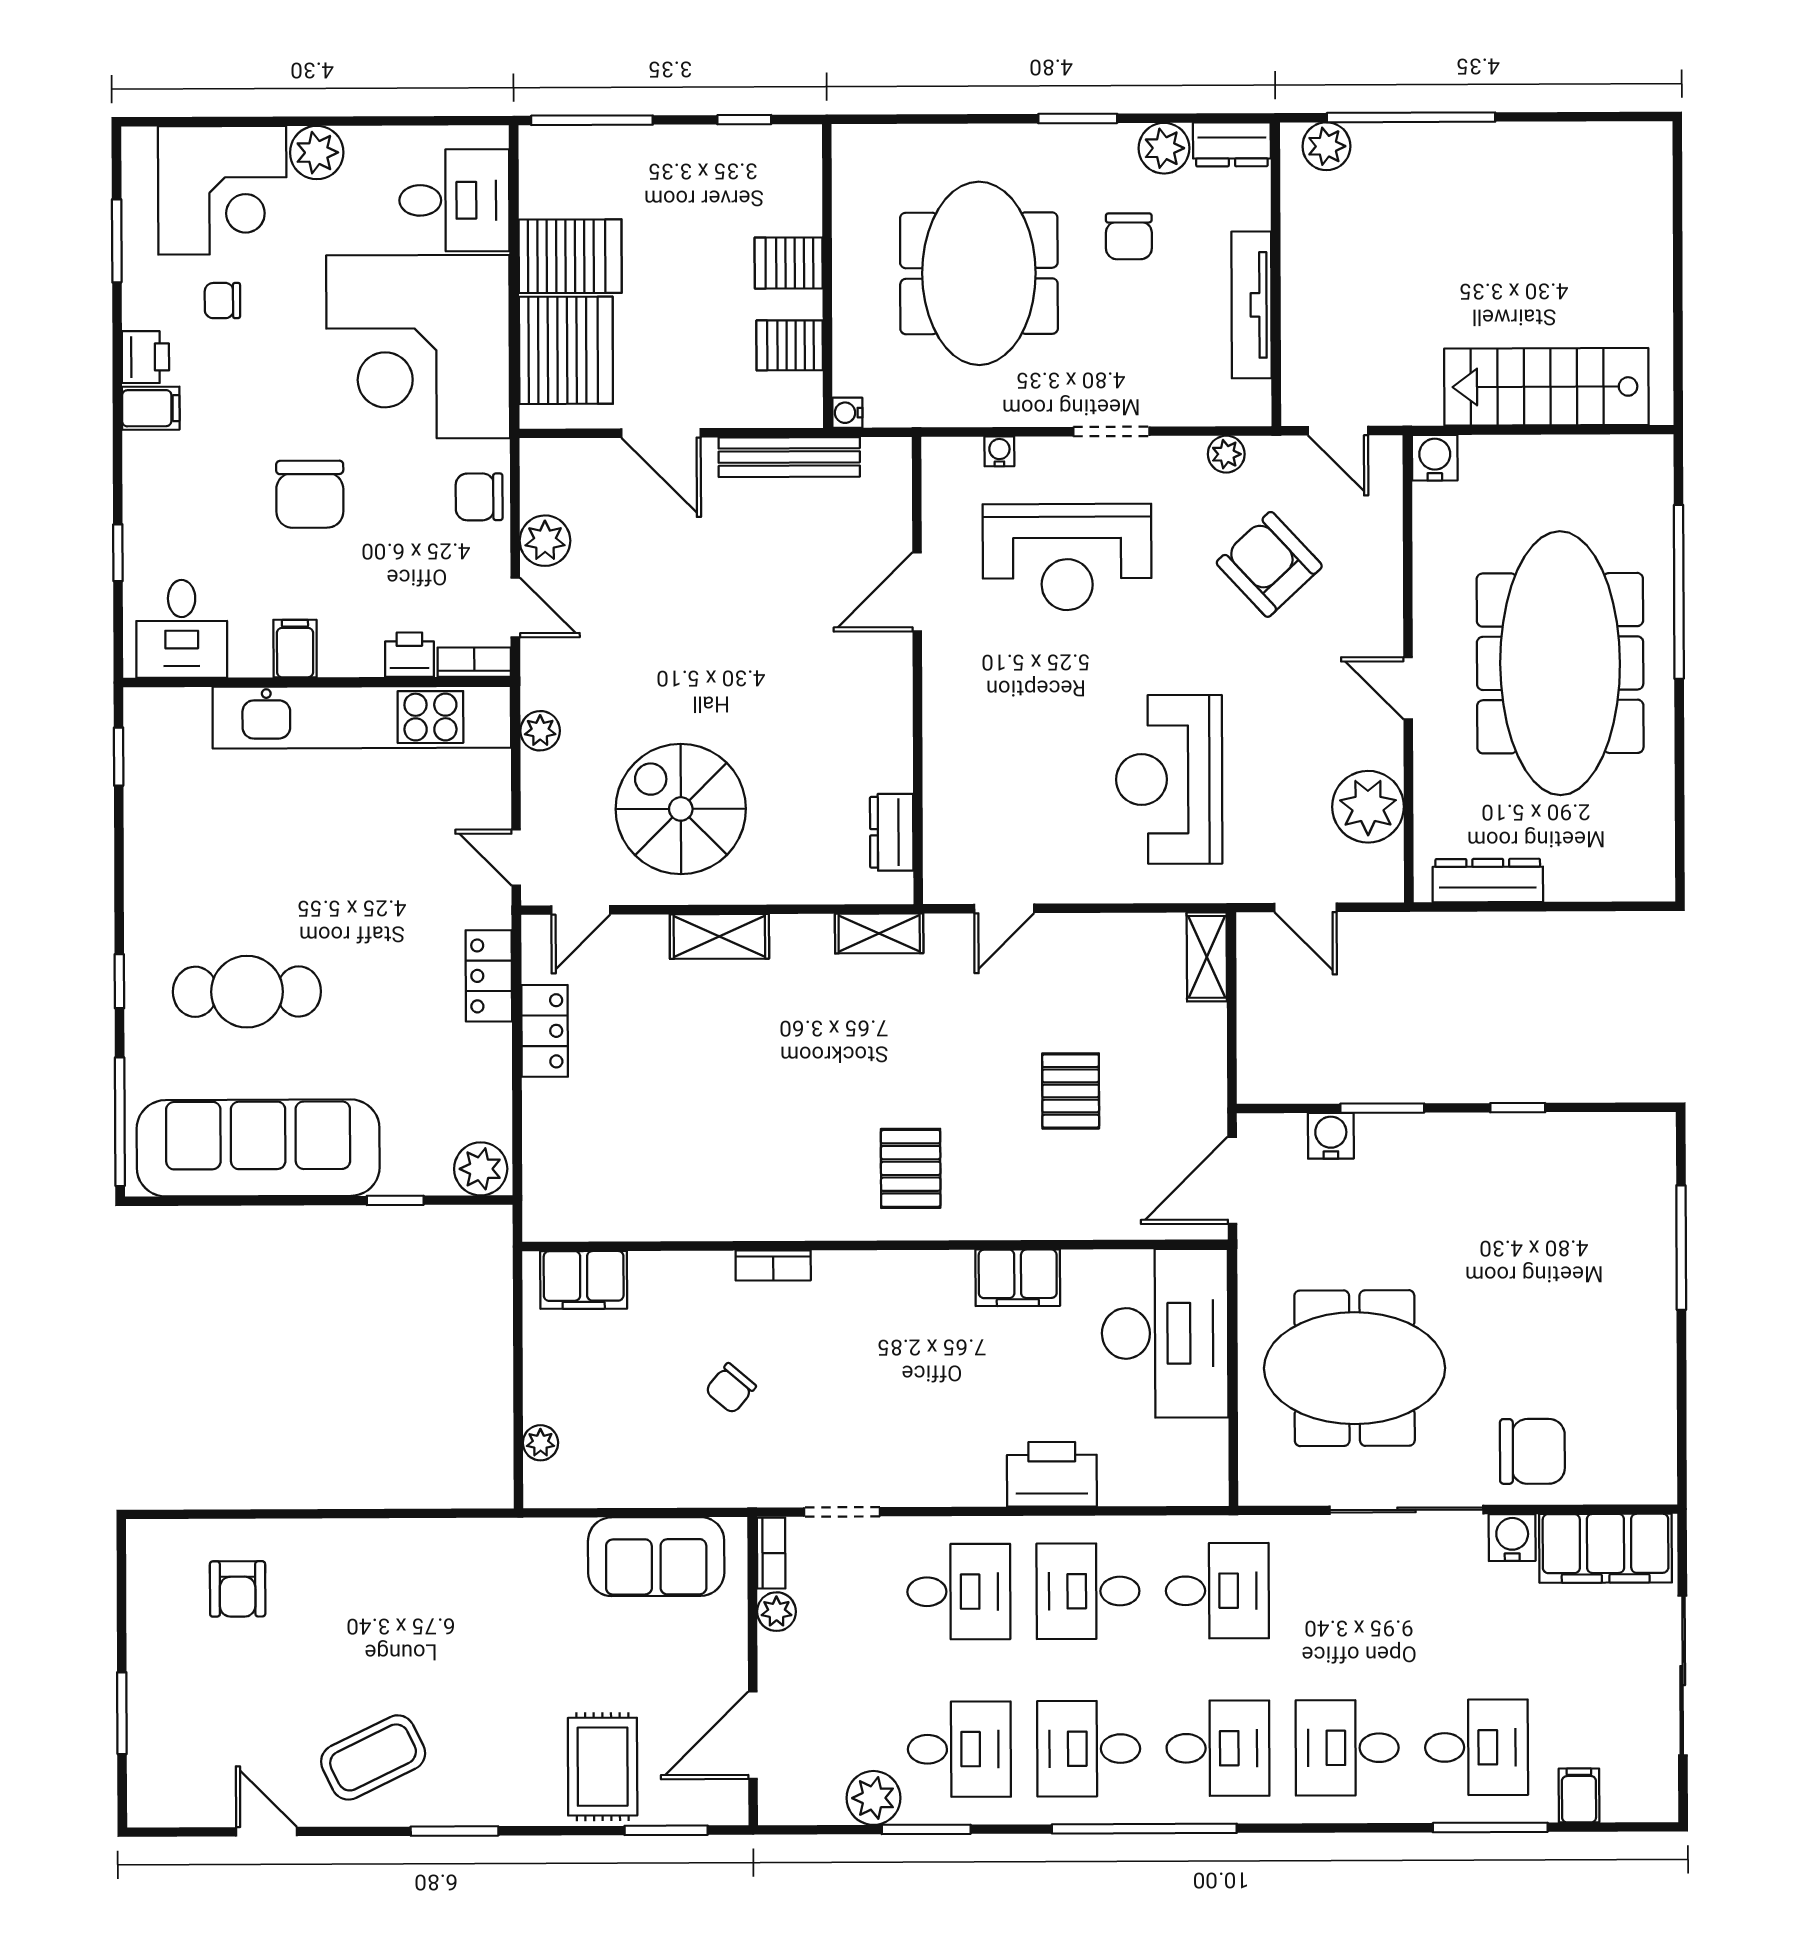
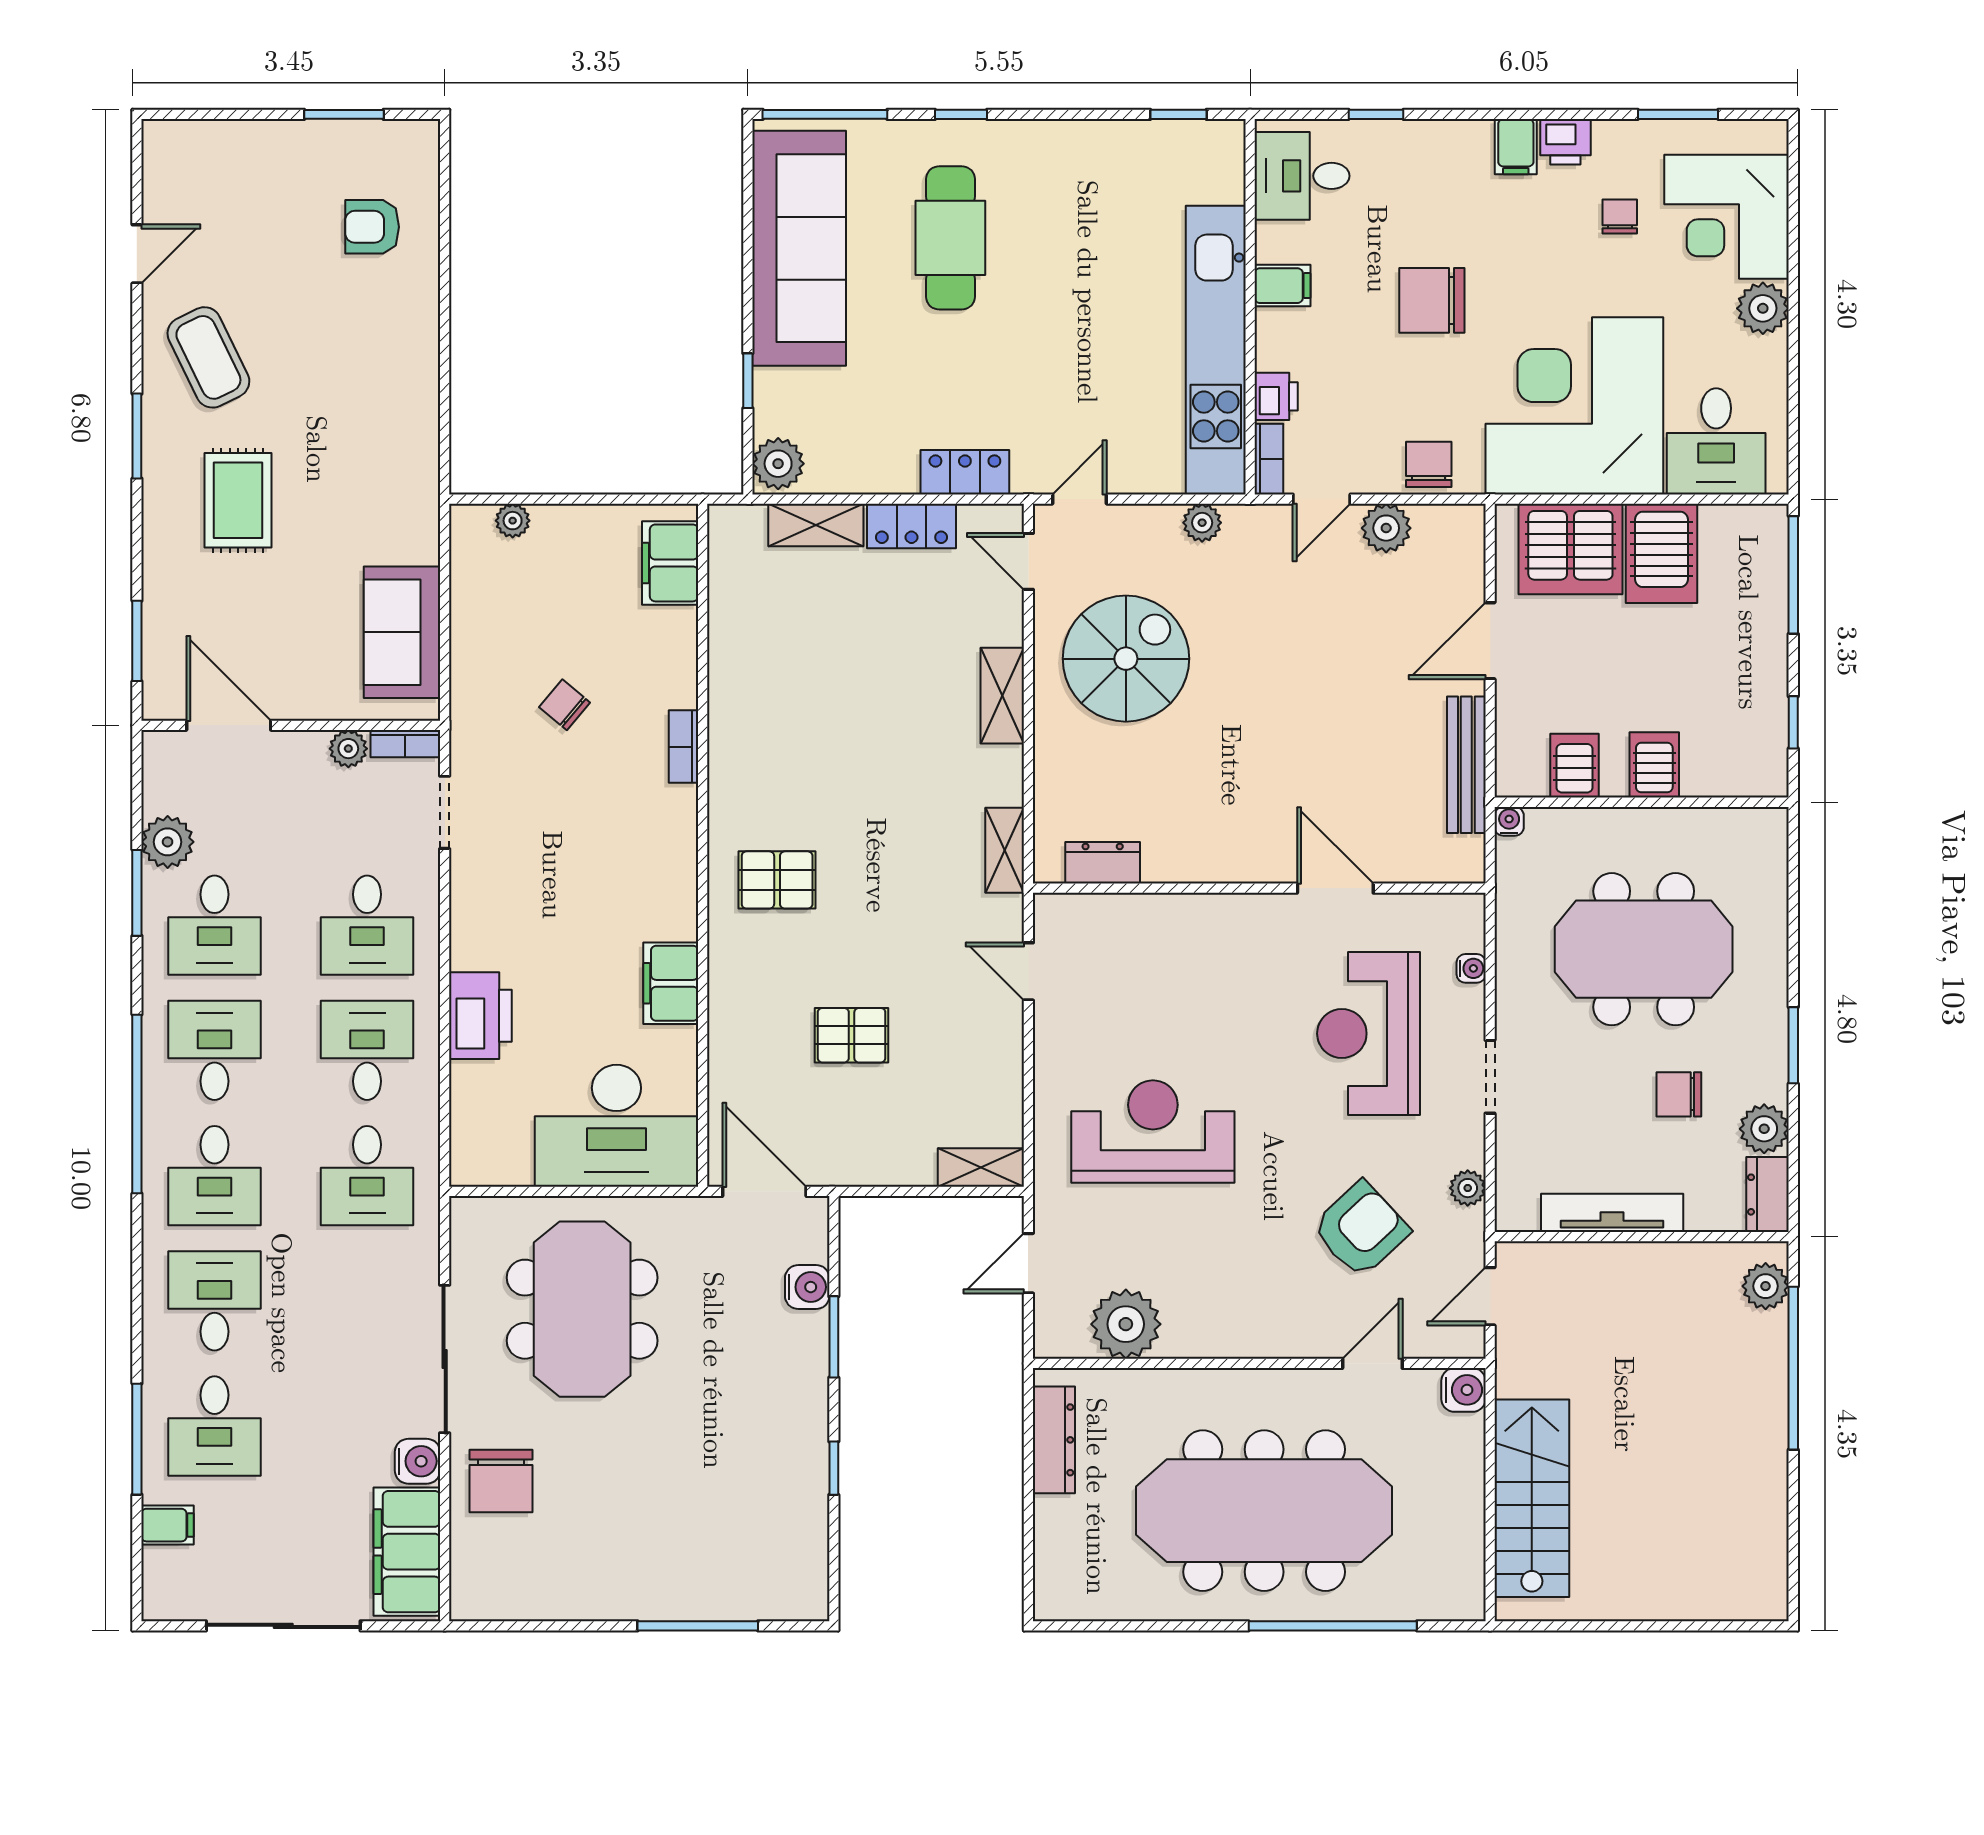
door: (1408, 688) -> (1372, 1363), moved
shelving: (544, 1130) -> (816, 525), added
window: (122, 1713) -> (344, 114), moved
rug: (603, 1767) -> (238, 500), moved, turned 90

